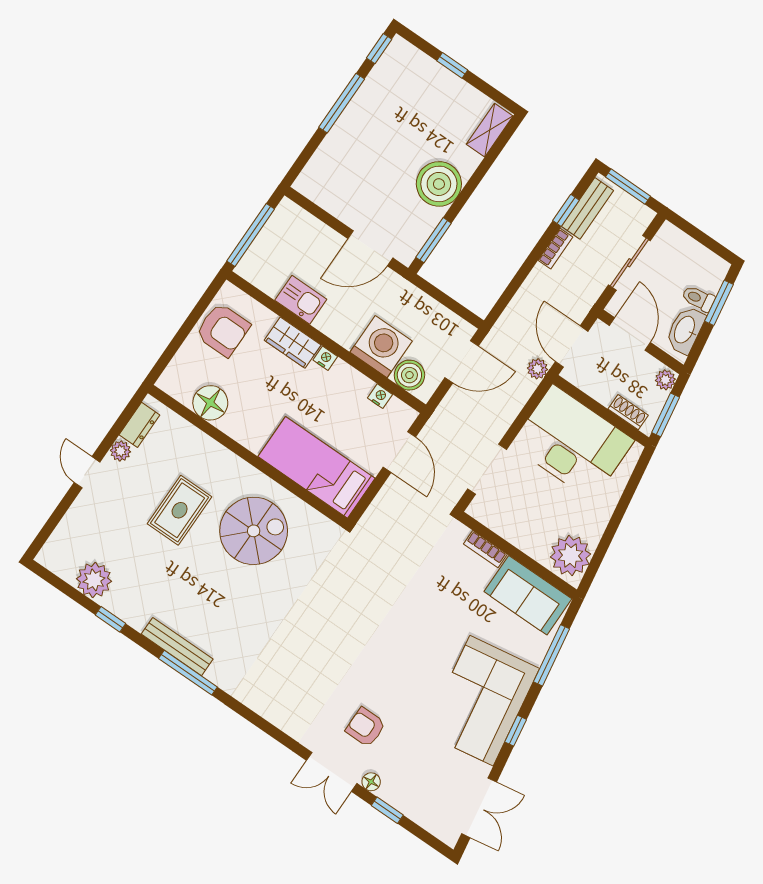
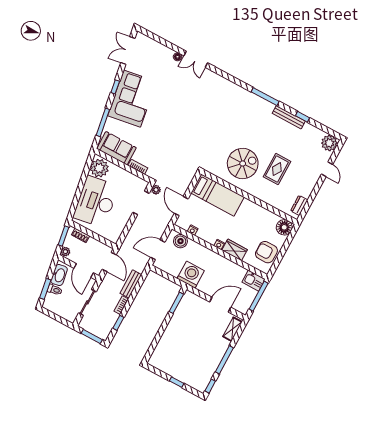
shelving: (490, 130) -> (232, 329), moved
boiler: (439, 184) -> (177, 328), removed
bench: (587, 208) -> (131, 284), moved
door: (370, 248) -> (220, 305), moved
kitchen sink: (301, 300) -> (254, 281), moved
washing machine: (381, 347) -> (191, 275), moved, turned 180
plant: (537, 369) -> (156, 190), moved
floor lamp: (210, 403) -> (284, 227), moved
desk: (572, 443) -> (96, 202), moved, turned 81
plant: (120, 451) -> (306, 193), removed
door: (87, 472) -> (327, 169), moved
spiral stairs: (254, 531) -> (243, 163), turned 180
plant: (94, 580) -> (329, 143), moved
bench: (177, 647) -> (289, 117), moved
armchair: (366, 727) -> (183, 81), removed
double door: (332, 772) -> (196, 59), swing flipped
window: (387, 810) -> (169, 45), removed

